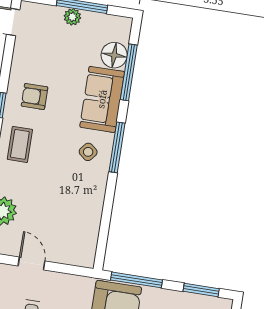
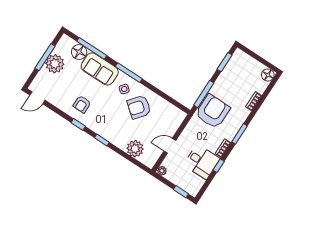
plant: (72, 17) -> (55, 64), width x1.87, depth x1.87
coffee table: (20, 144) -> (104, 123), removed
armchair: (70, 188) -> (139, 107), added

